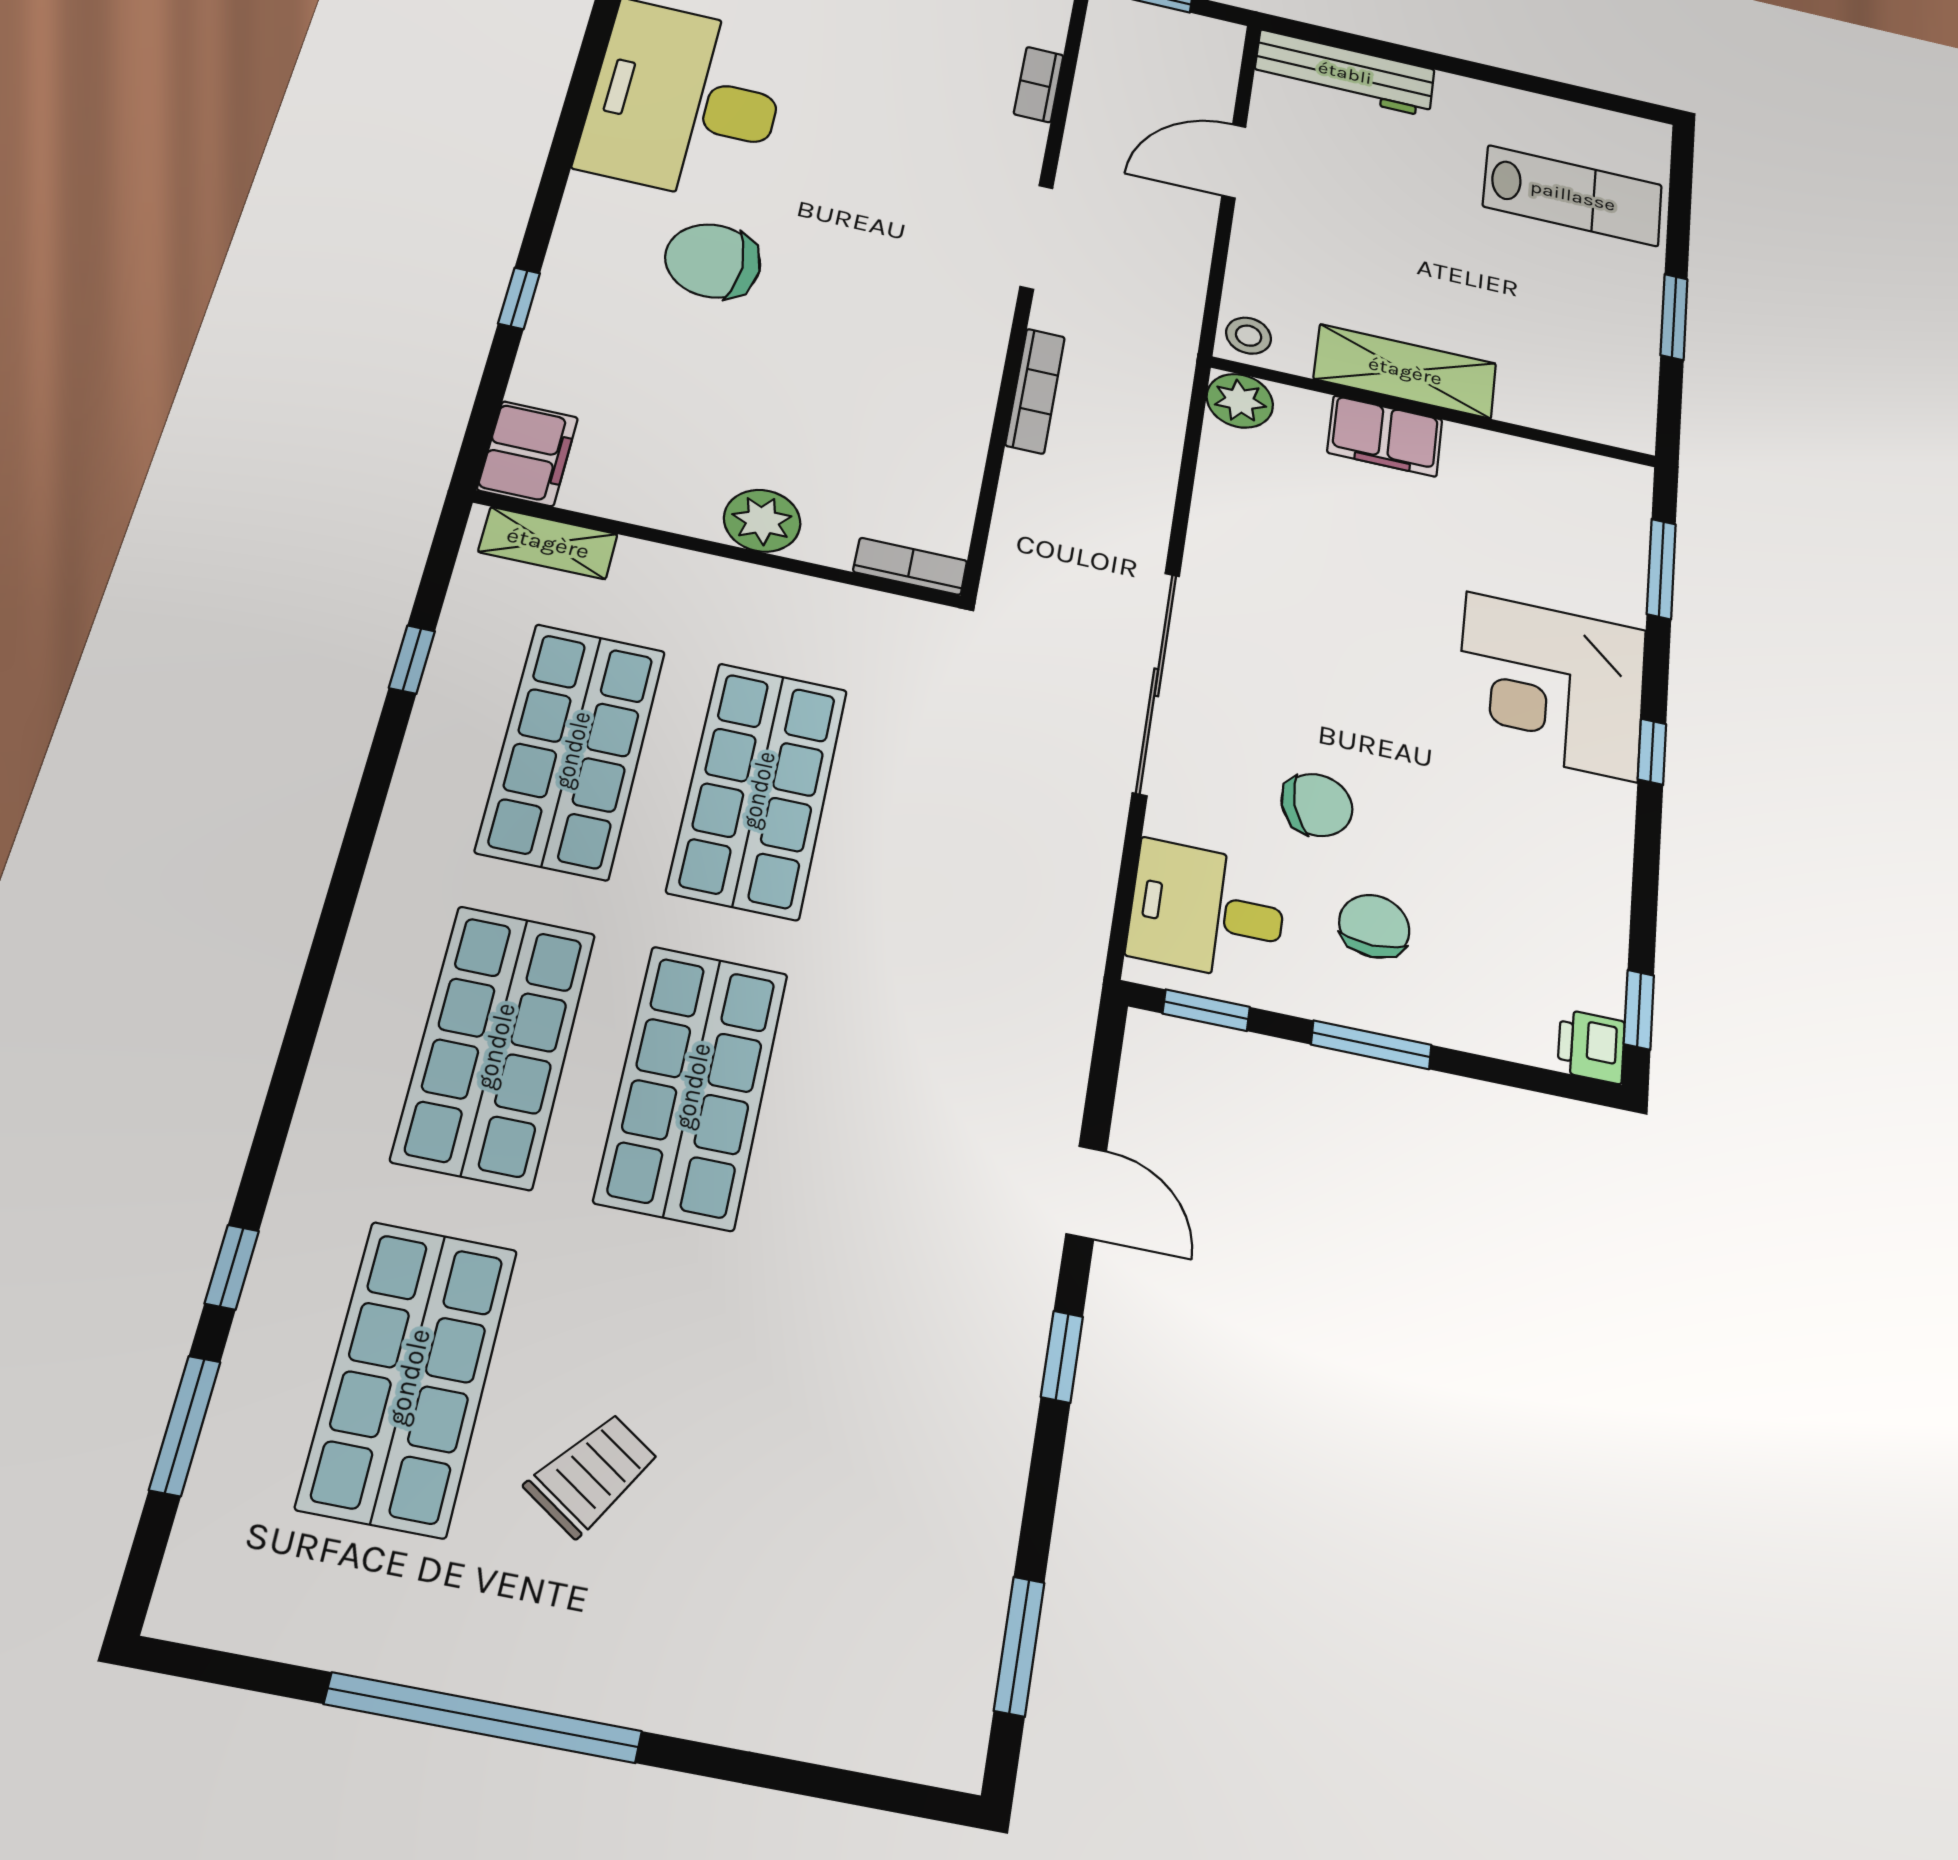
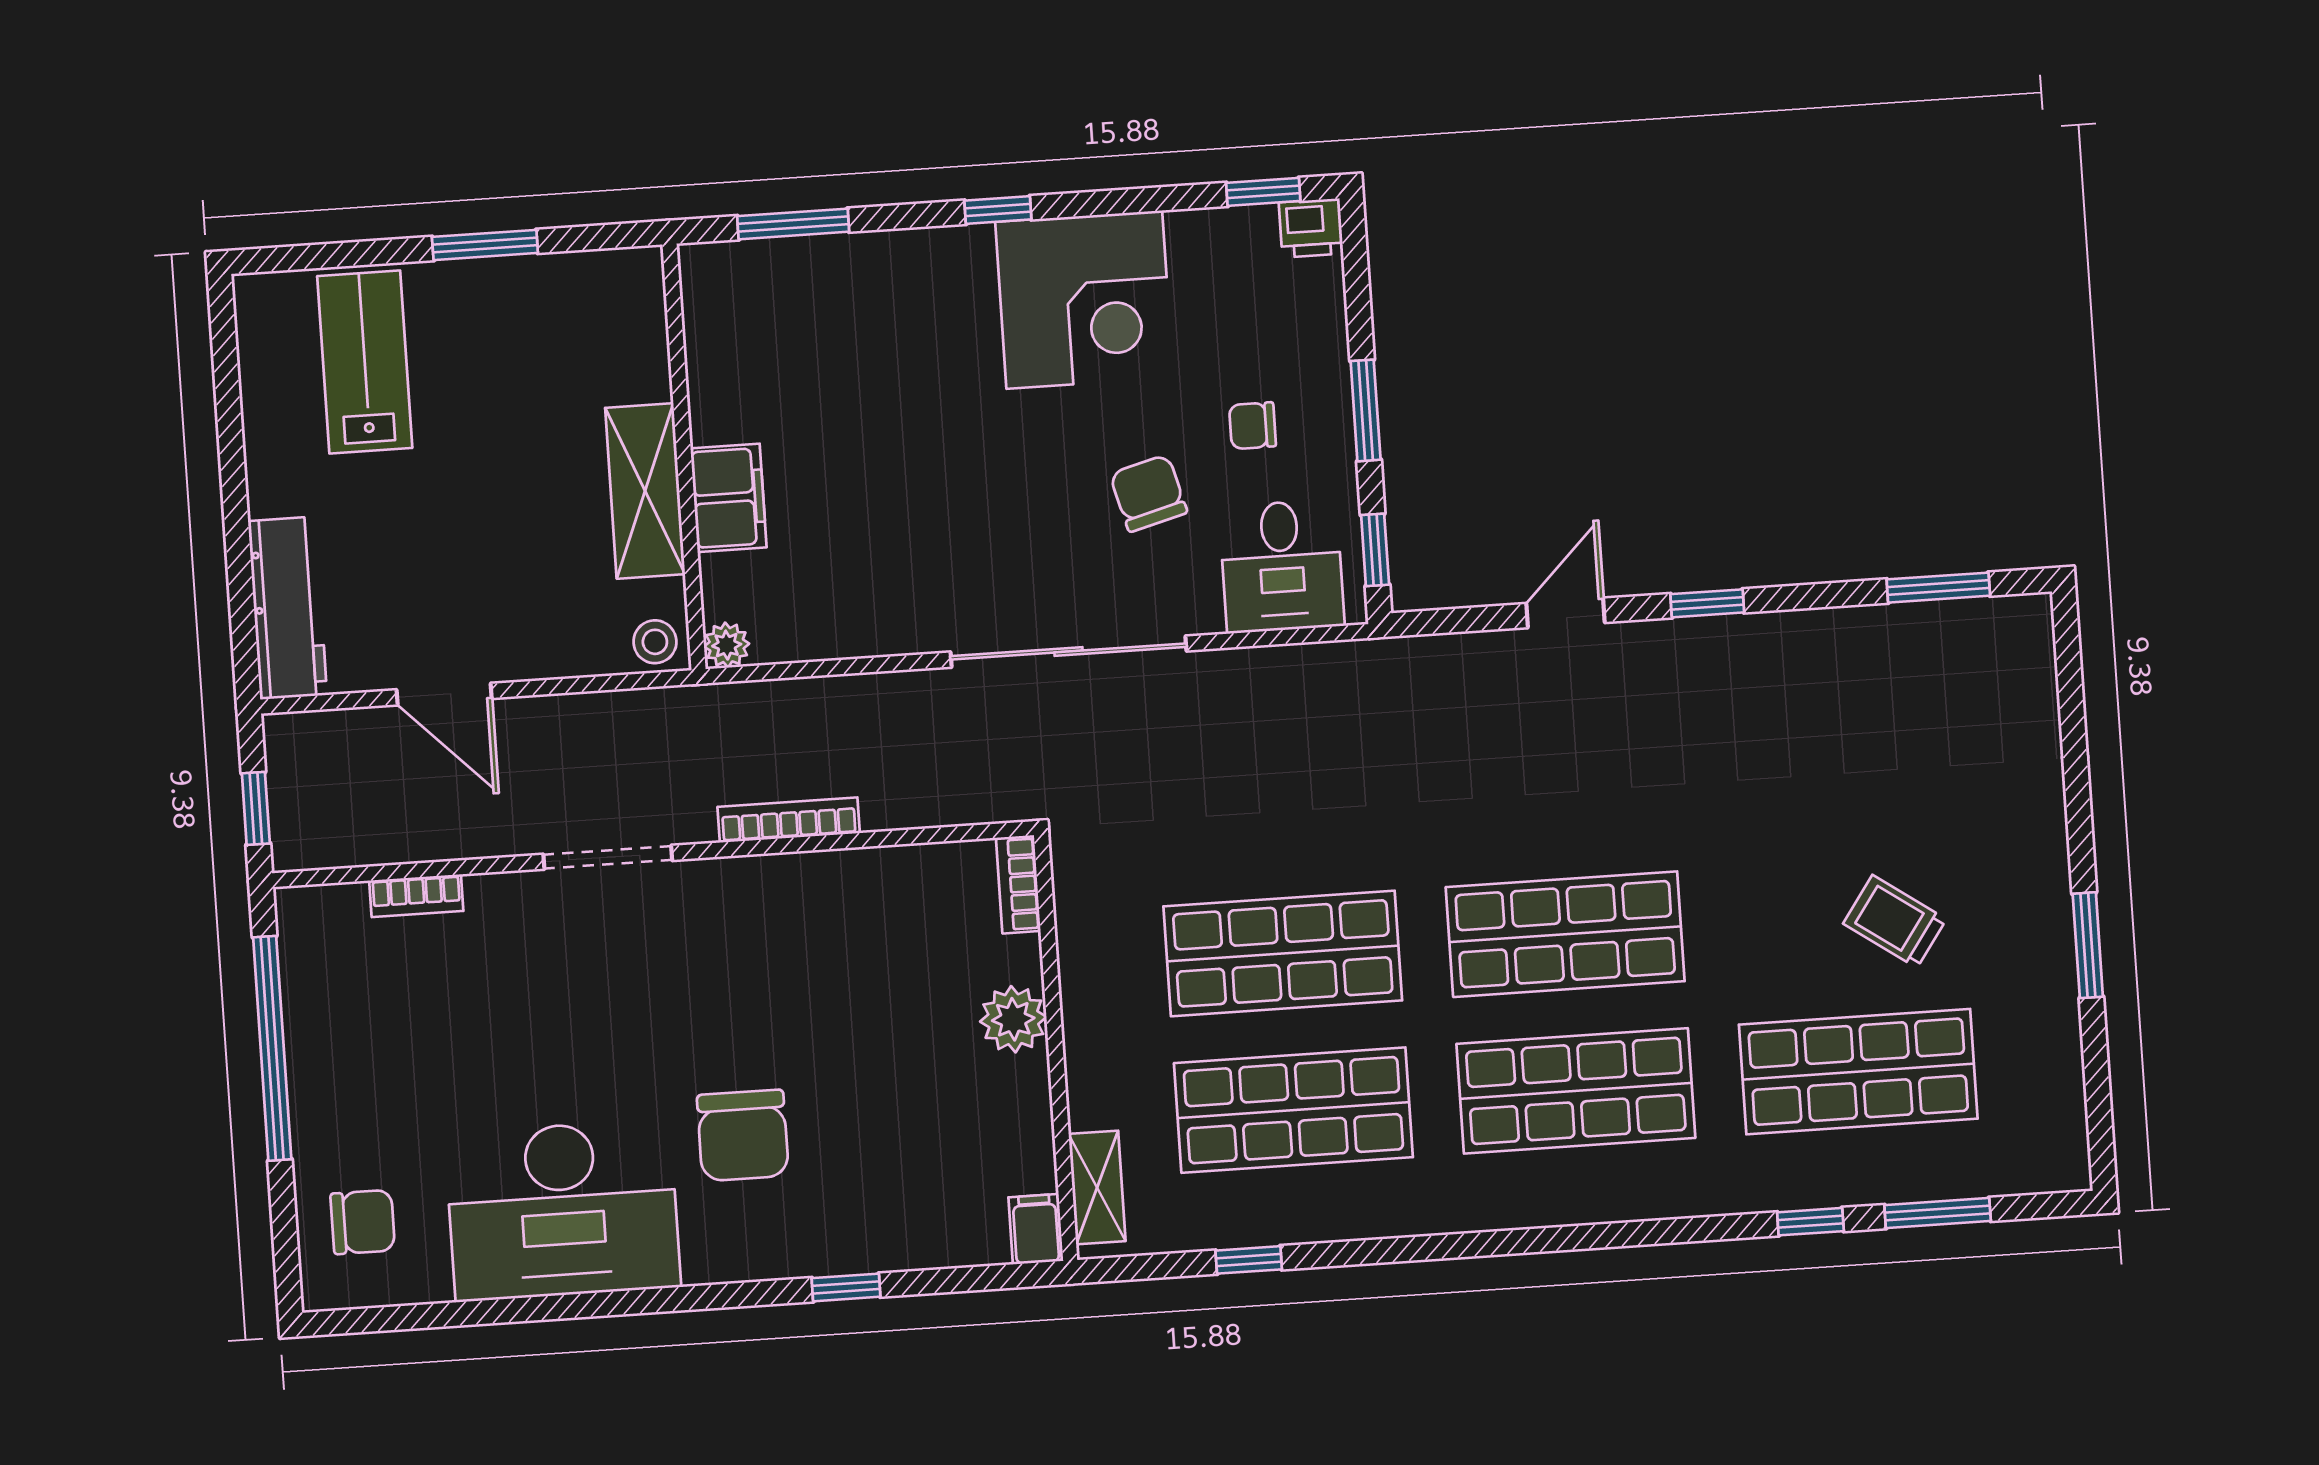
plant: (1240, 401) -> (727, 645), width x0.73, depth x0.73
filing cabinet: (528, 453) -> (1036, 1229), width x0.50
corner desk: (1551, 686) -> (1084, 300), moved
chair: (1374, 926) -> (1253, 426), width x0.73, depth x0.73
window: (484, 1718) -> (2088, 945), width x0.47

